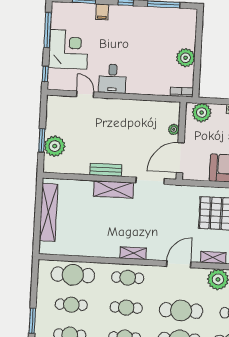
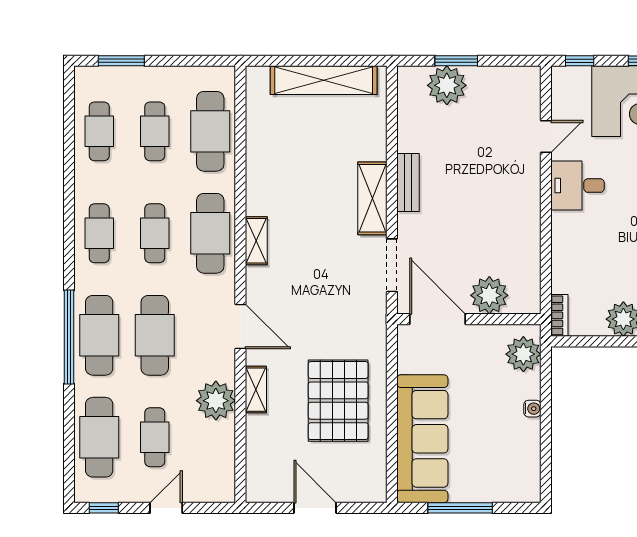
plant: (174, 129) -> (489, 295), width x1.87, depth x1.87
cafe table: (128, 278) -> (210, 233), width x1.37, depth x1.35

